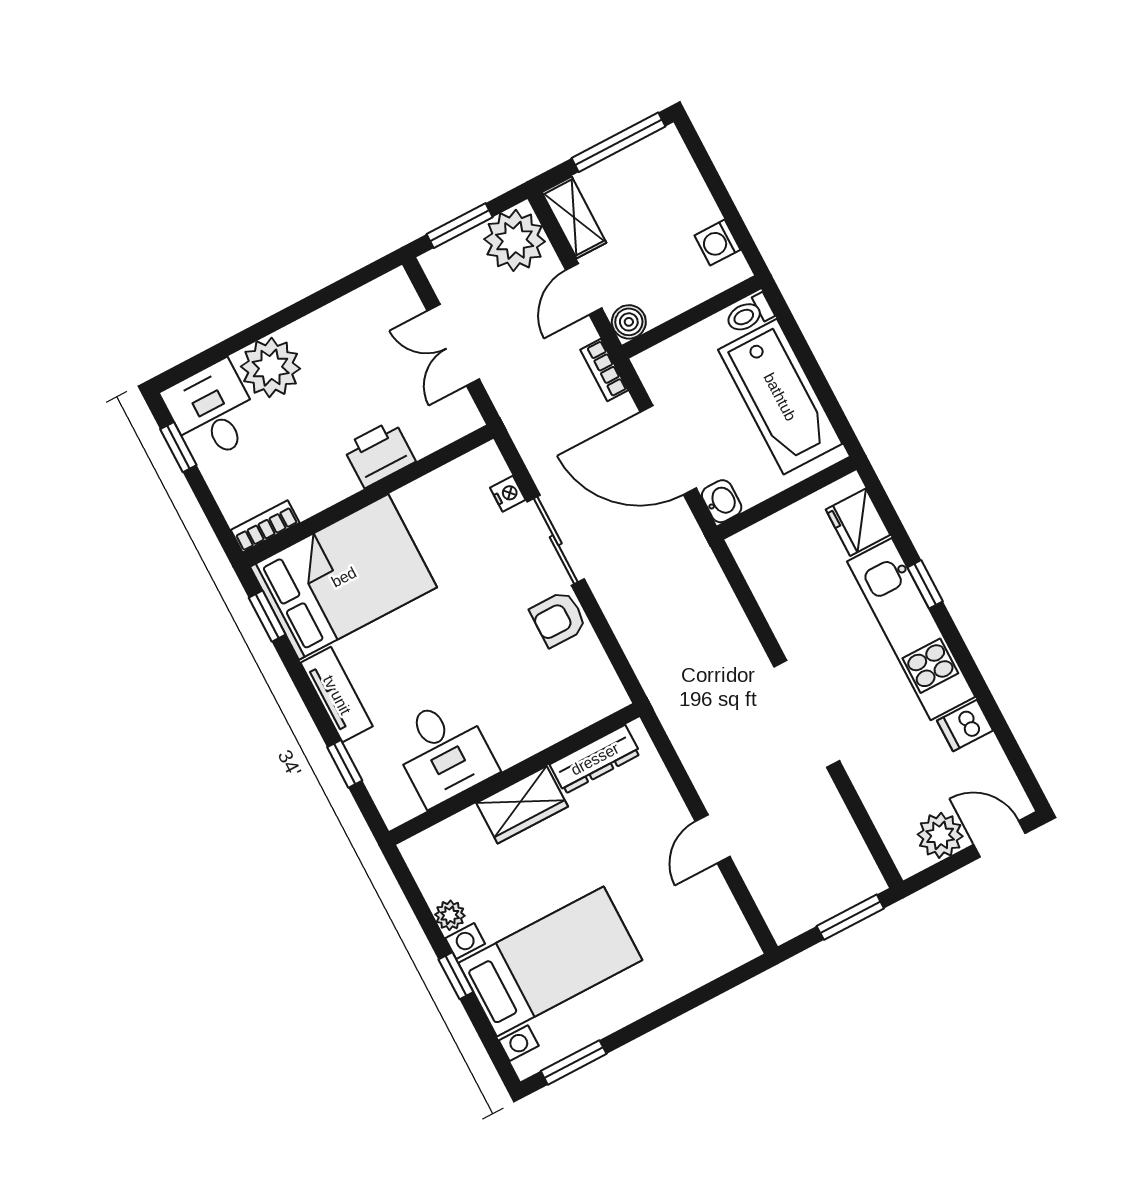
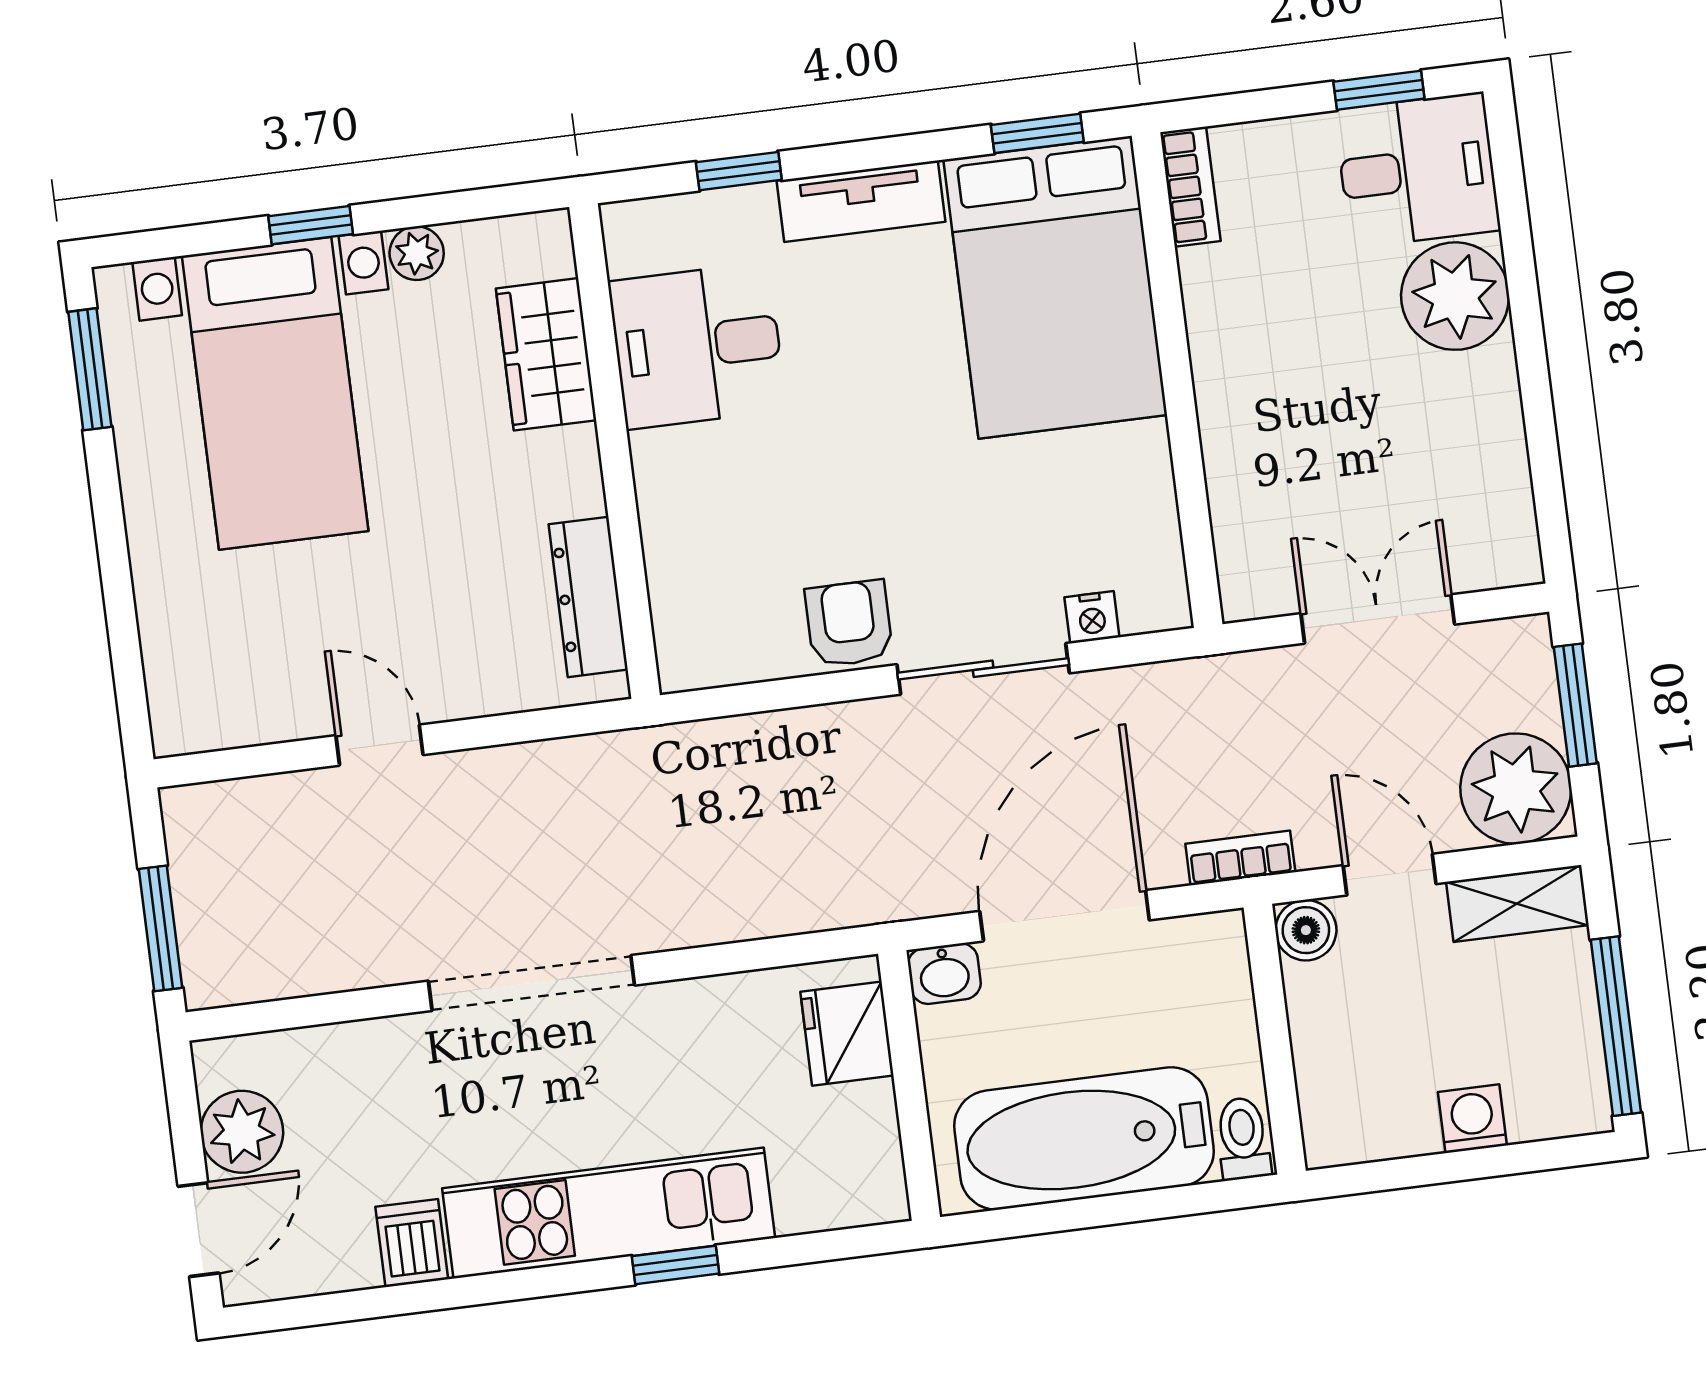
washing machine: (717, 243) -> (1472, 1119), moved
printer: (379, 454) -> (1241, 425), removed
fridge: (858, 522) -> (847, 1034), moved, turned -90
wardrobe: (522, 805) -> (546, 354), moved

